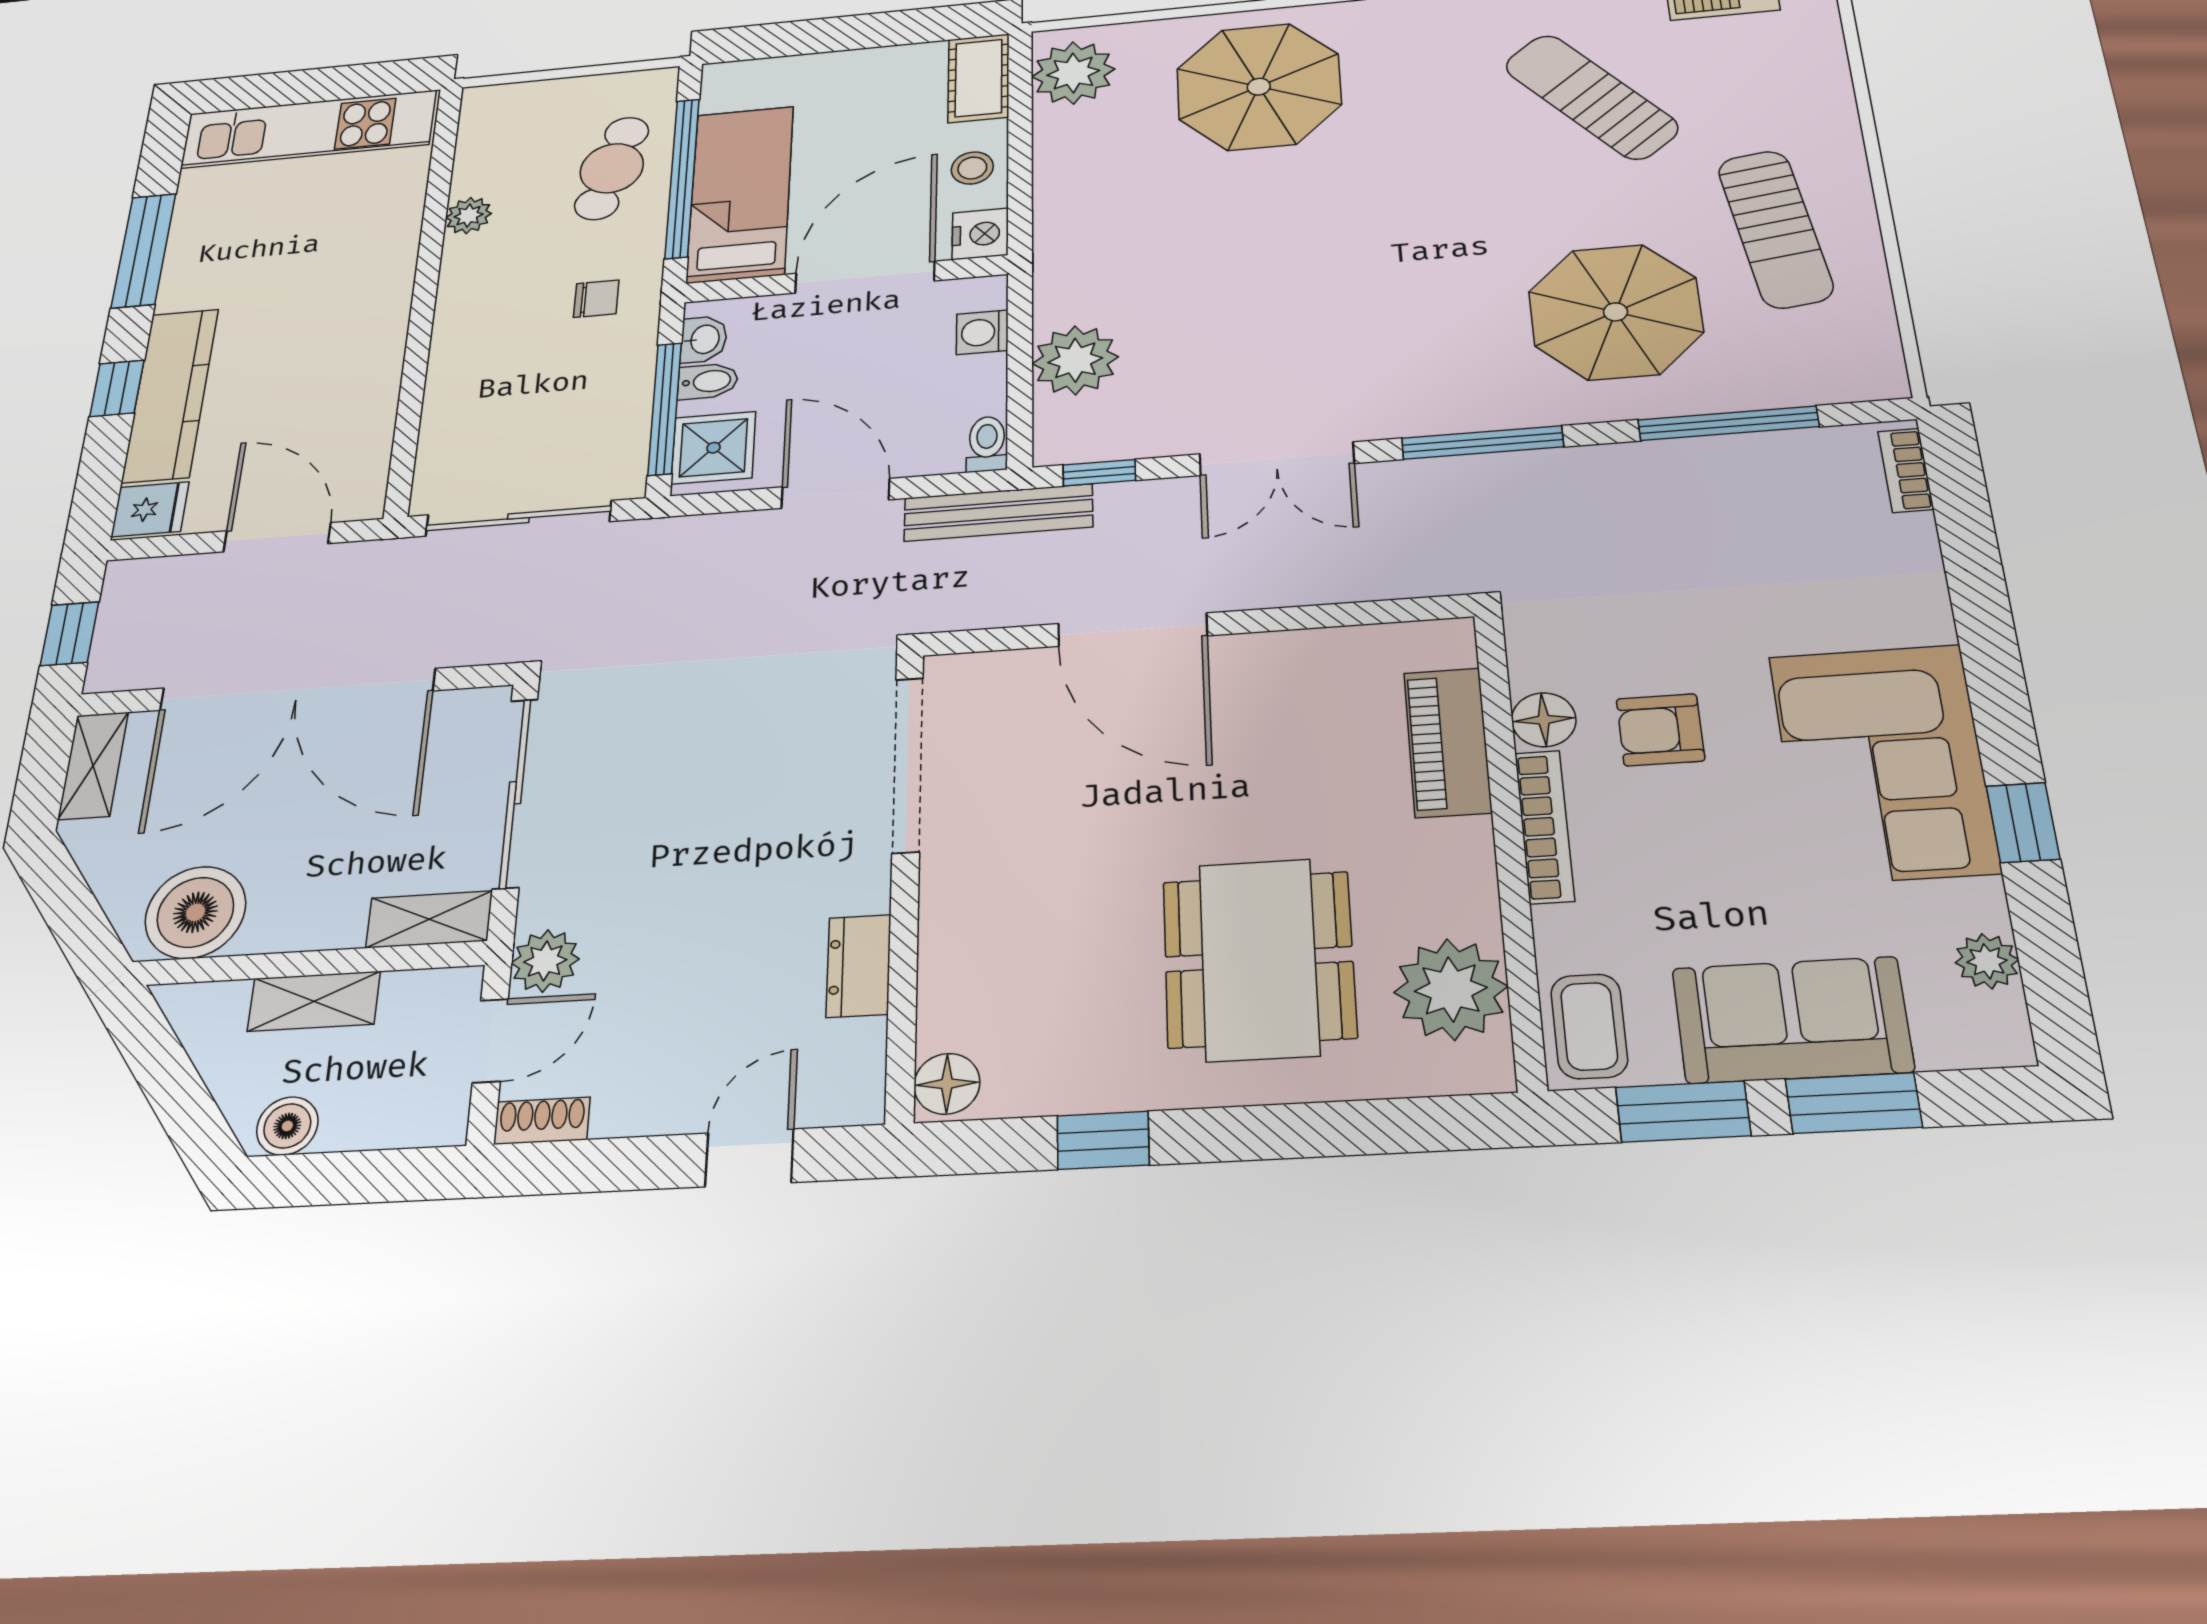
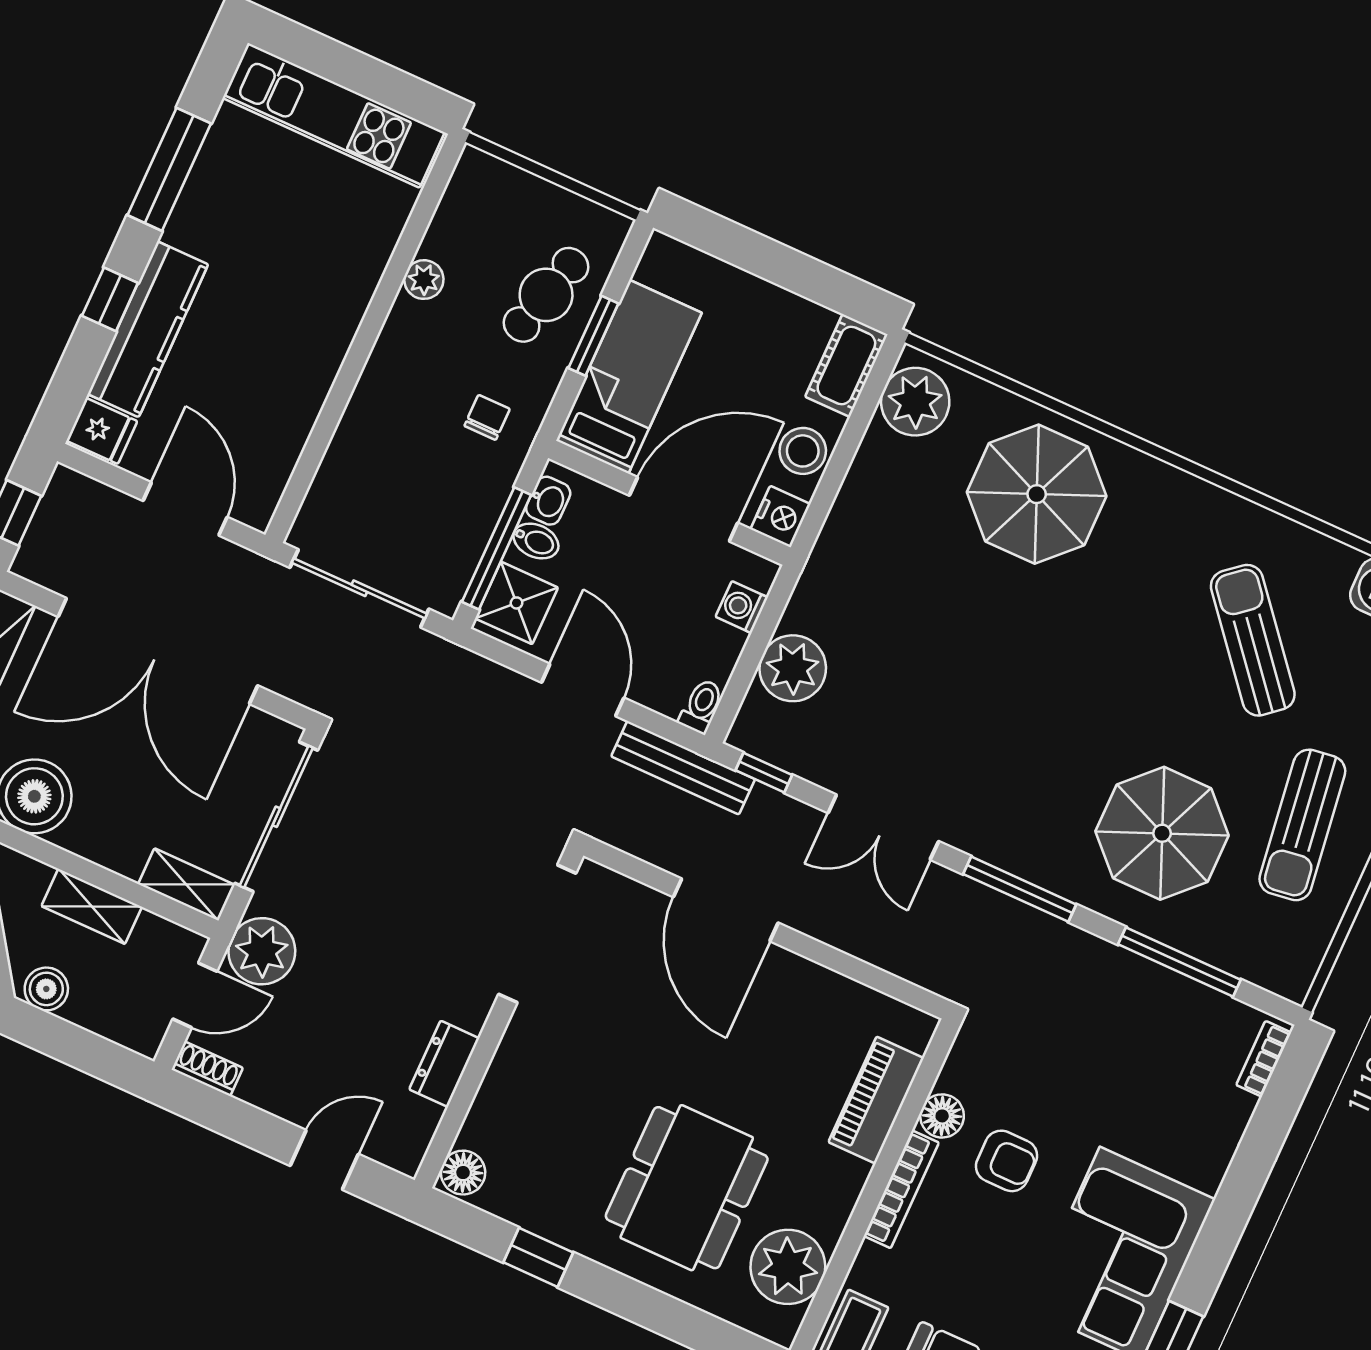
stool: (972, 168) -> (803, 451), width x1.37, depth x1.37
window: (682, 178) -> (593, 336), width x0.47
chair: (596, 299) -> (487, 417), turned -90
armchair: (1660, 730) -> (1007, 1161), turned 180
plant: (545, 961) -> (262, 951), width x1.36, depth x1.36

